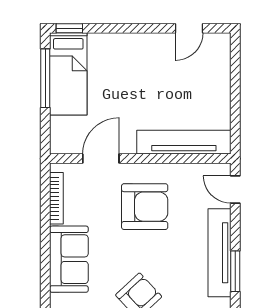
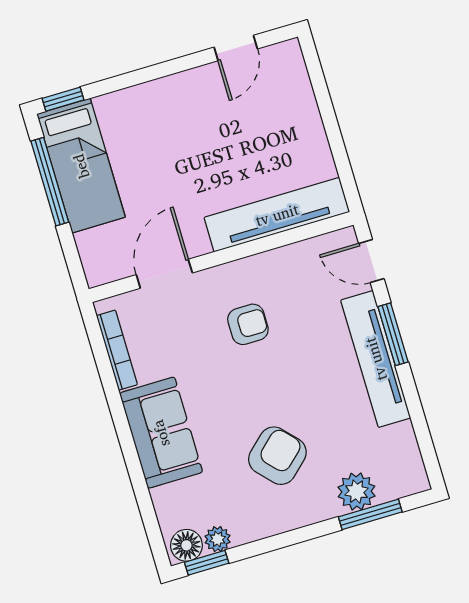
armchair: (145, 207) -> (248, 324), width x0.53, depth x0.53
window: (235, 271) -> (393, 334), moved

